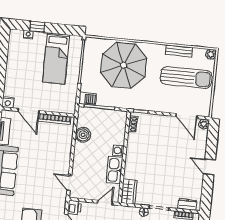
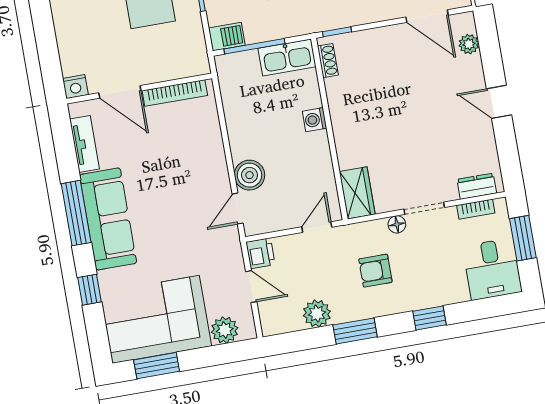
plant: (204, 124) -> (469, 44), moved
boiler: (83, 135) -> (249, 175), moved
kitchen sink: (114, 170) -> (287, 57), moved, turned -90
door: (69, 183) -> (238, 209), hinge flipped

